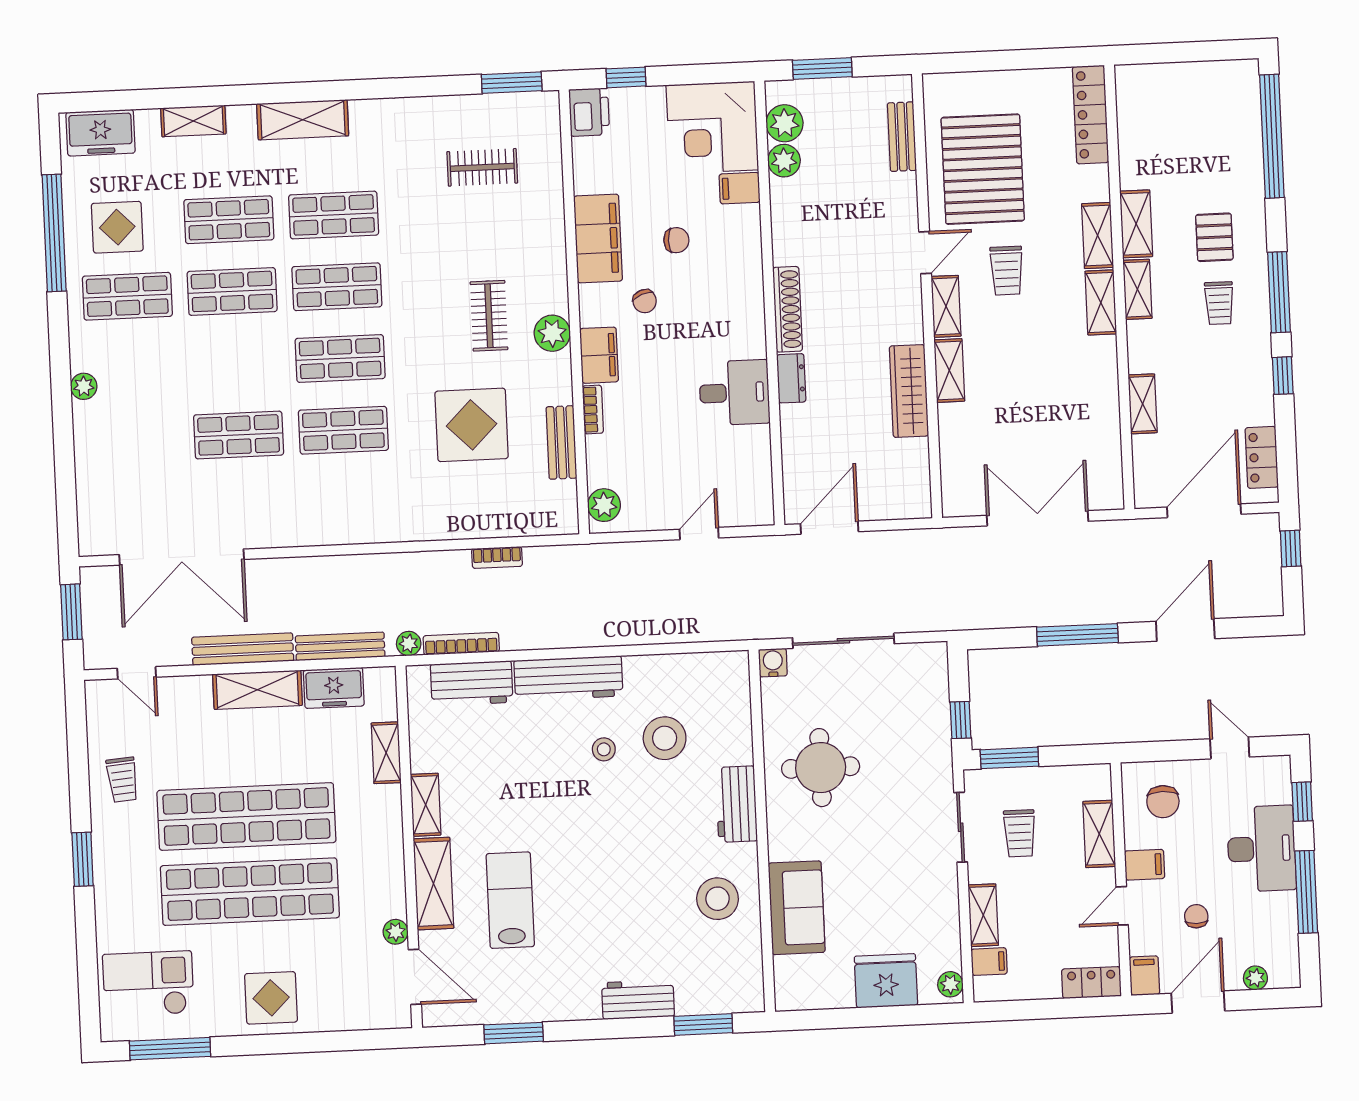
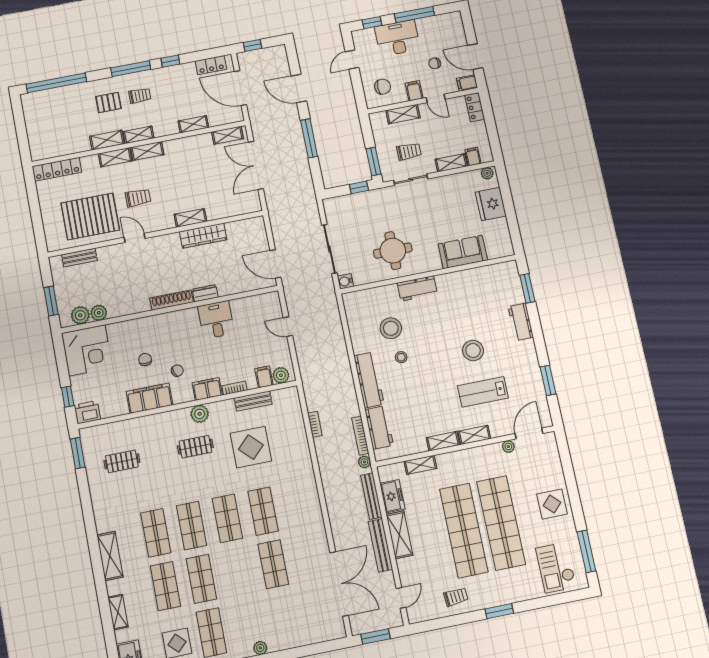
clothes rail: (482, 167) -> (122, 461), turned 90
filing cabinet: (740, 188) -> (264, 377), moved, turned 180
shelving: (946, 306) -> (228, 135), moved
shelving: (434, 884) -> (474, 435), width x0.67, depth x0.75
stool: (718, 899) -> (473, 350), moved
plant: (1255, 978) -> (459, 32), removed

